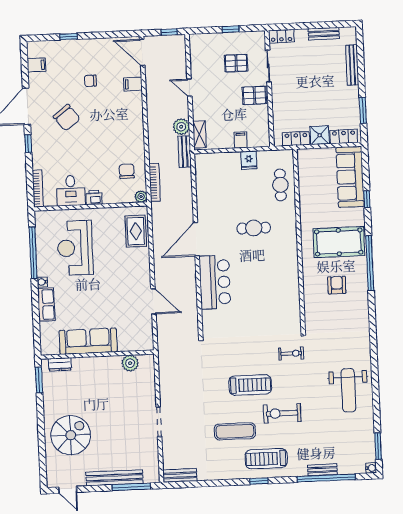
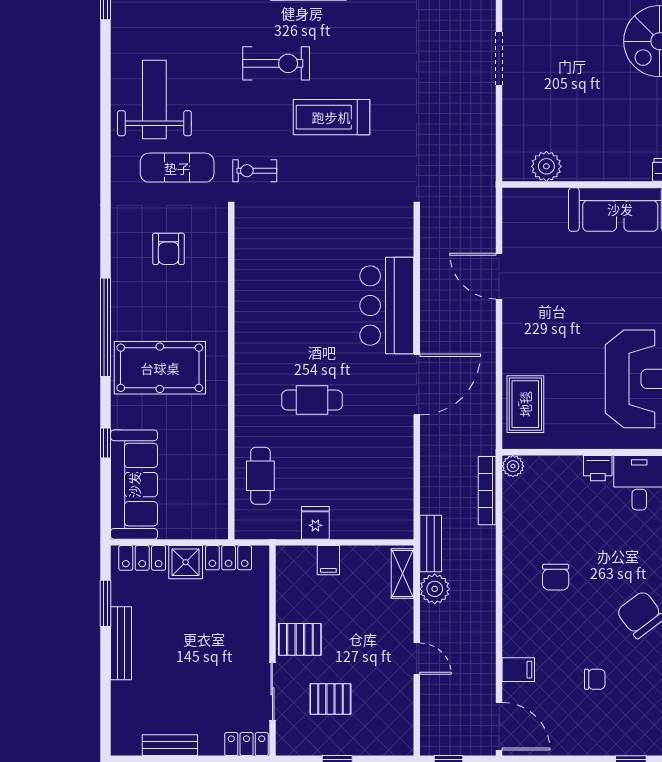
bench: (352, 65) -> (121, 643), moved
chair: (127, 171) -> (556, 577), moved
armchair: (337, 285) -> (168, 249), moved
exercise mat: (235, 431) -> (177, 168), moved

